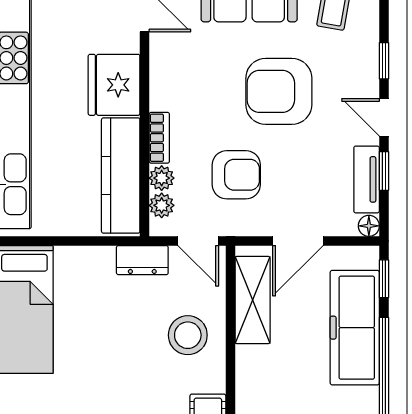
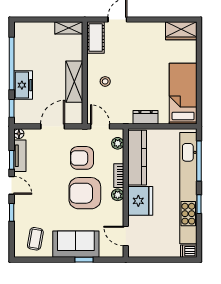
armchair: (279, 91) -> (85, 193), moved, turned 180
plant: (162, 178) -> (118, 195), moved
dresser: (142, 260) -> (146, 117), moved
shelving: (253, 300) -> (74, 82), moved
freezer: (355, 328) -> (23, 85), width x0.52, depth x0.79
stool: (188, 335) -> (105, 81), width x0.53, depth x0.53

